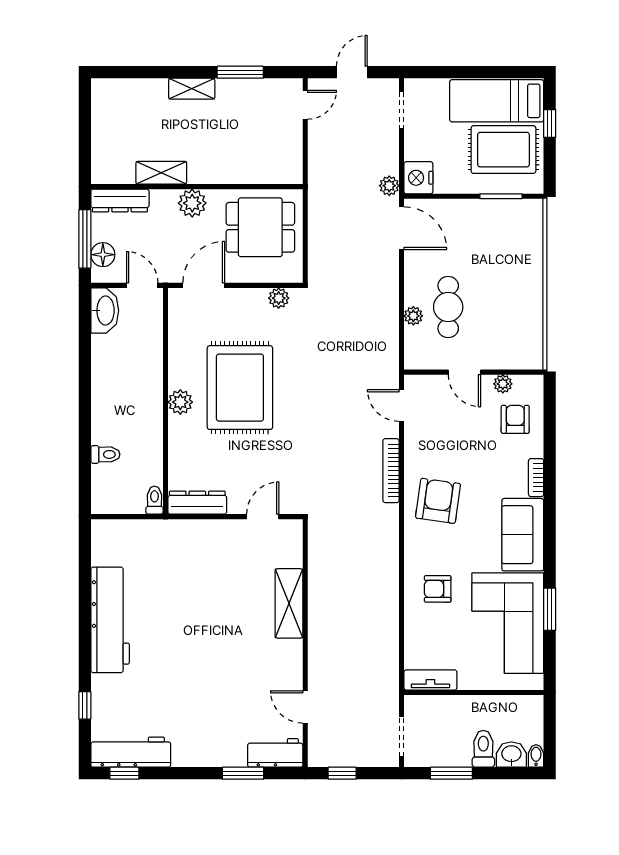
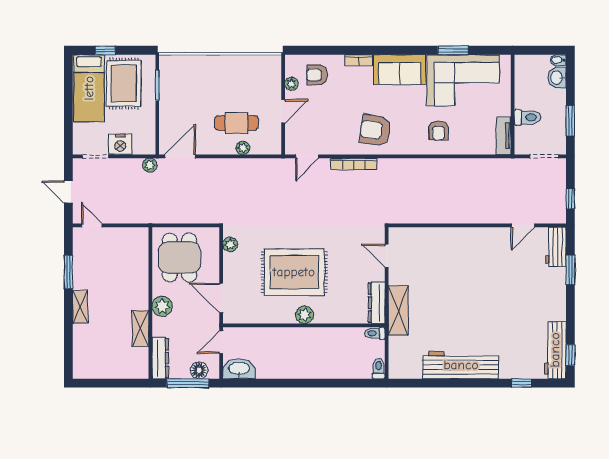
nightstand: (418, 178) -> (120, 144), moved
toilet: (105, 454) -> (379, 369), moved
shelving: (289, 603) -> (398, 310), moved, turned 90
toilet: (483, 749) -> (527, 117), moved, turned 180

